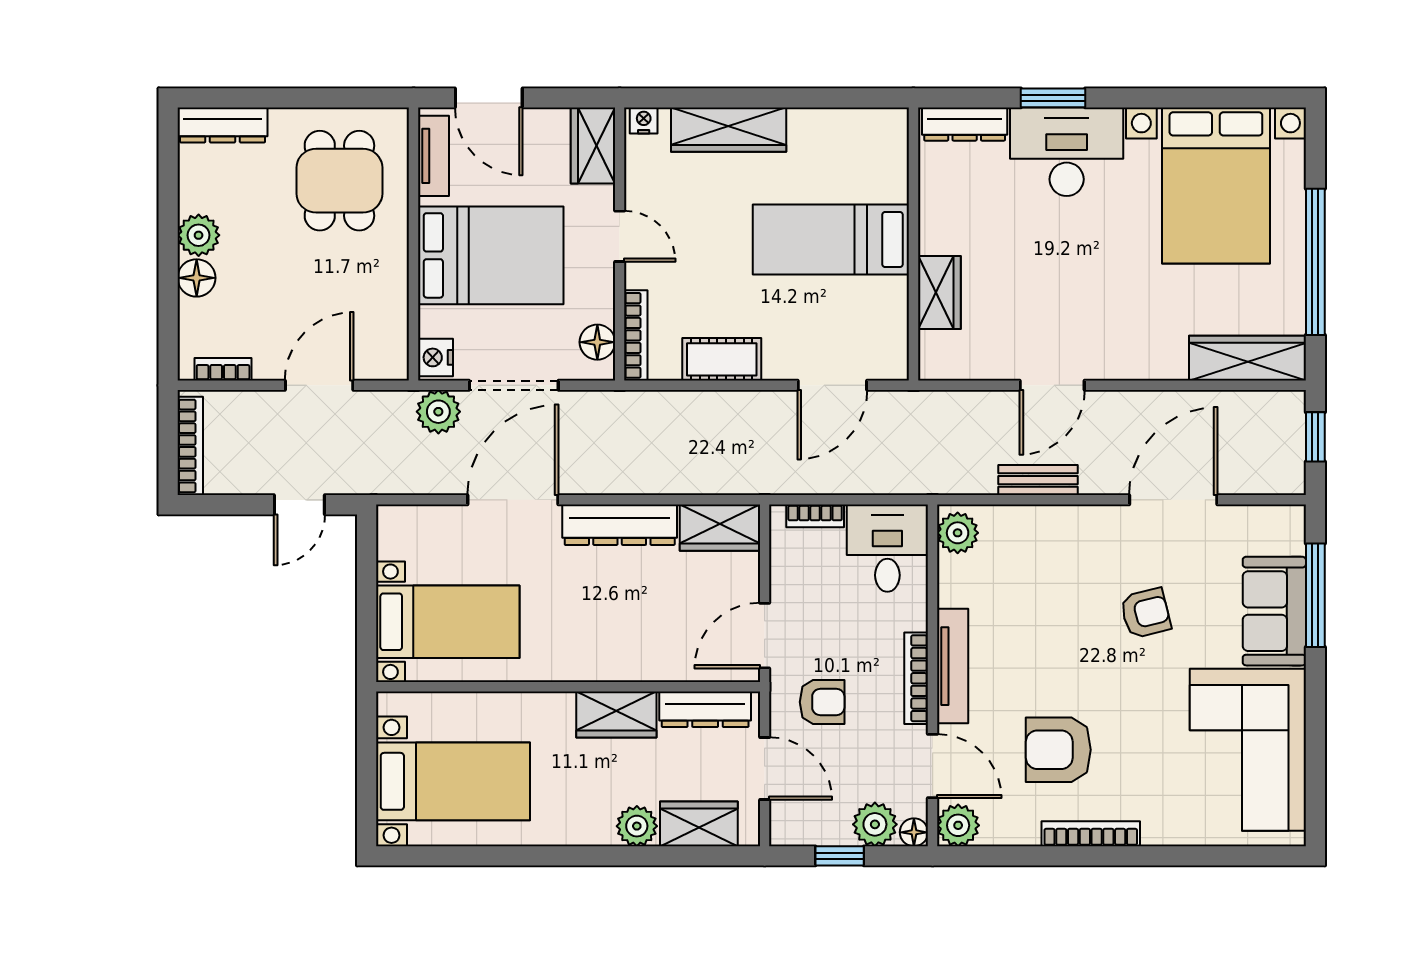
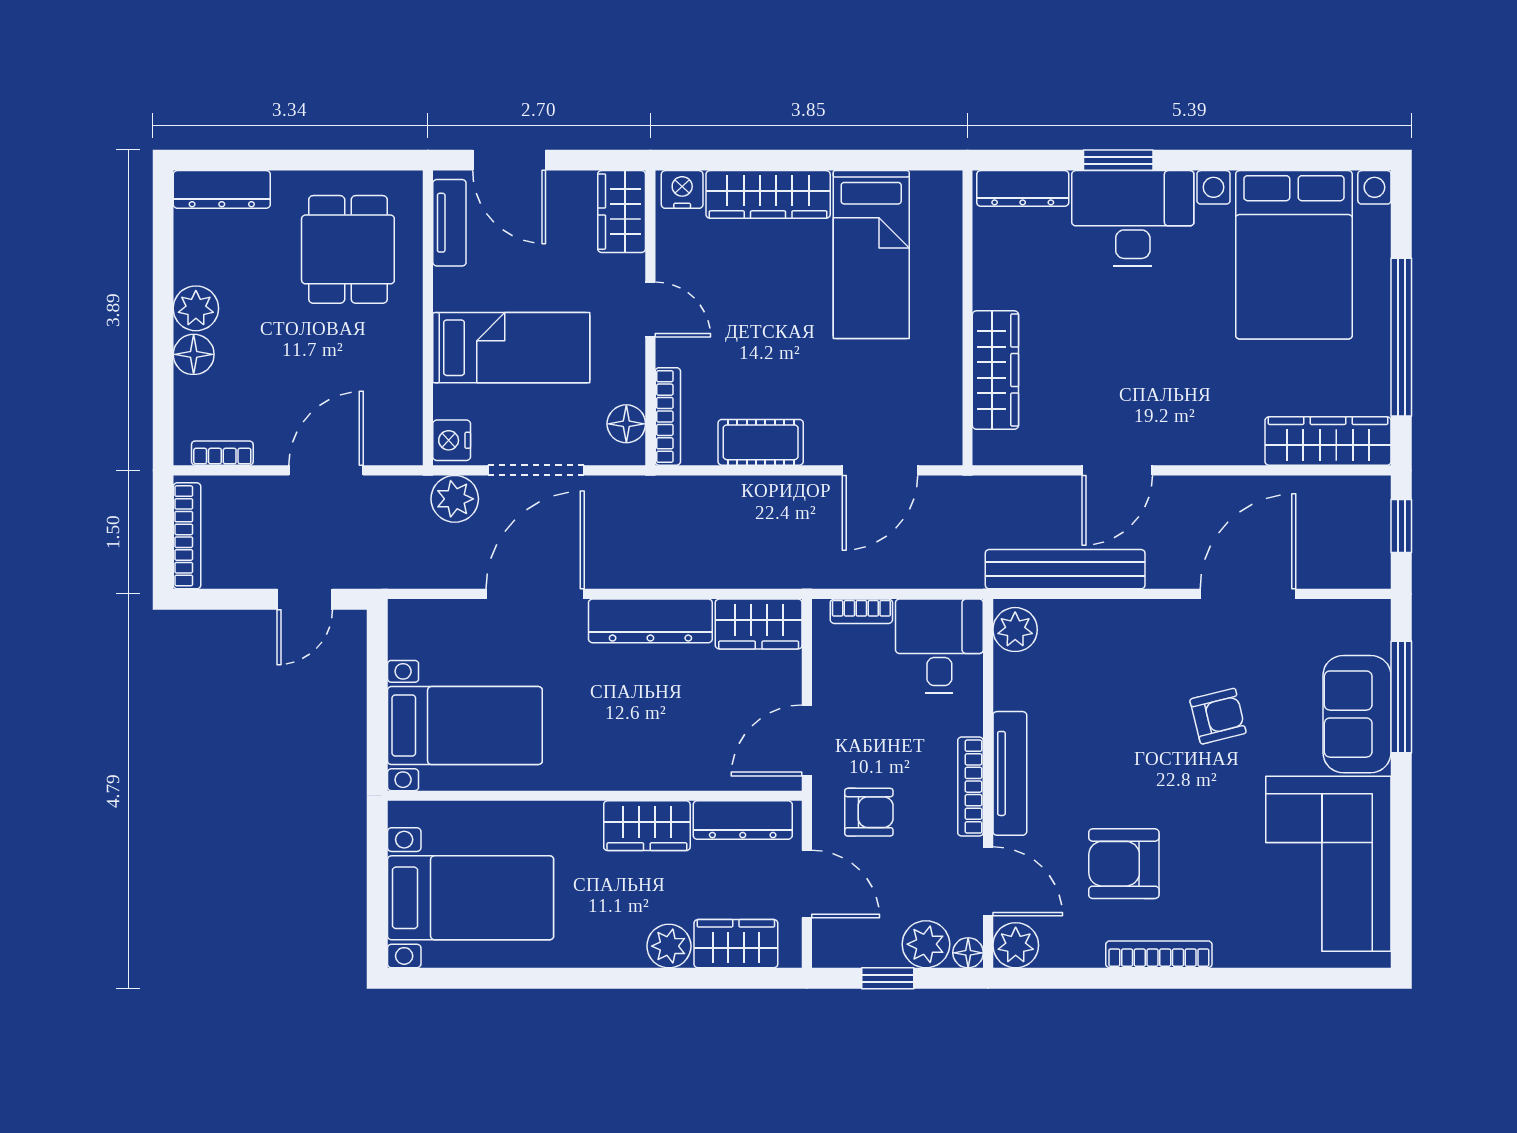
nightstand: (644, 120) -> (682, 189), width x1.39, depth x1.35
bed: (831, 240) -> (871, 255), moved, turned -90
bed: (491, 255) -> (511, 348), width x0.67
wardrobe: (939, 292) -> (995, 370), width x1.50
bench: (1038, 480) -> (1065, 569), width x1.86, depth x1.21

